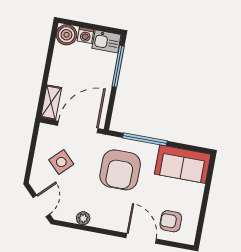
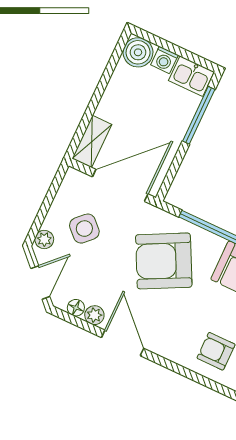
armchair: (120, 170) -> (164, 261), turned 63
plant: (36, 176) -> (44, 239), added
floor lamp: (69, 217) -> (76, 308), added
door: (141, 238) -> (123, 343), moved

